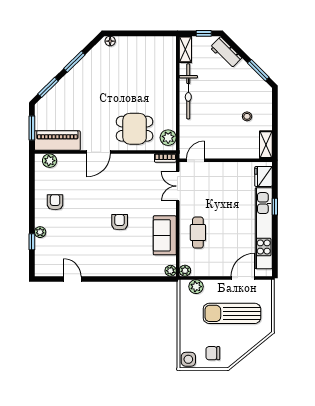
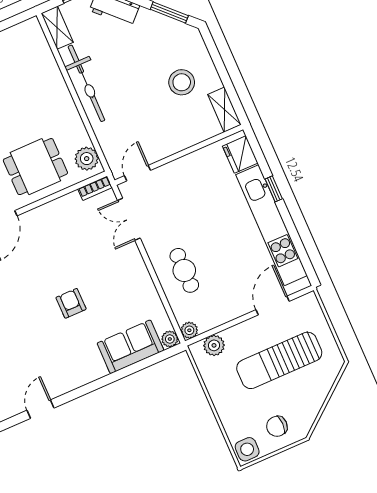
stool: (247, 116) -> (182, 82), width x1.89, depth x1.89
sofa: (165, 235) -> (130, 347), moved, turned 90
door: (72, 279) -> (40, 409), hinge flipped

